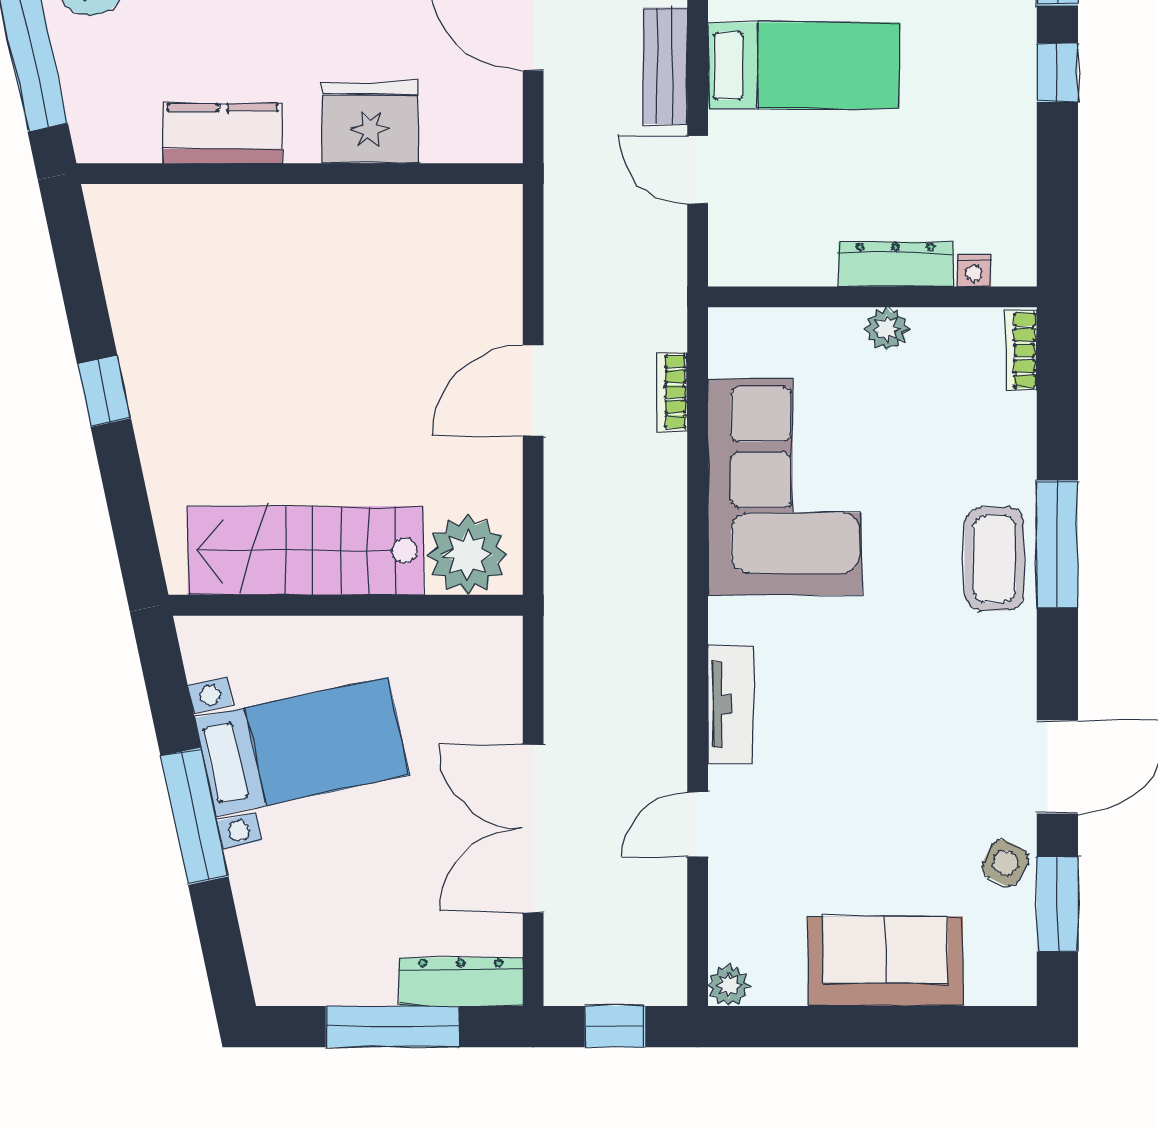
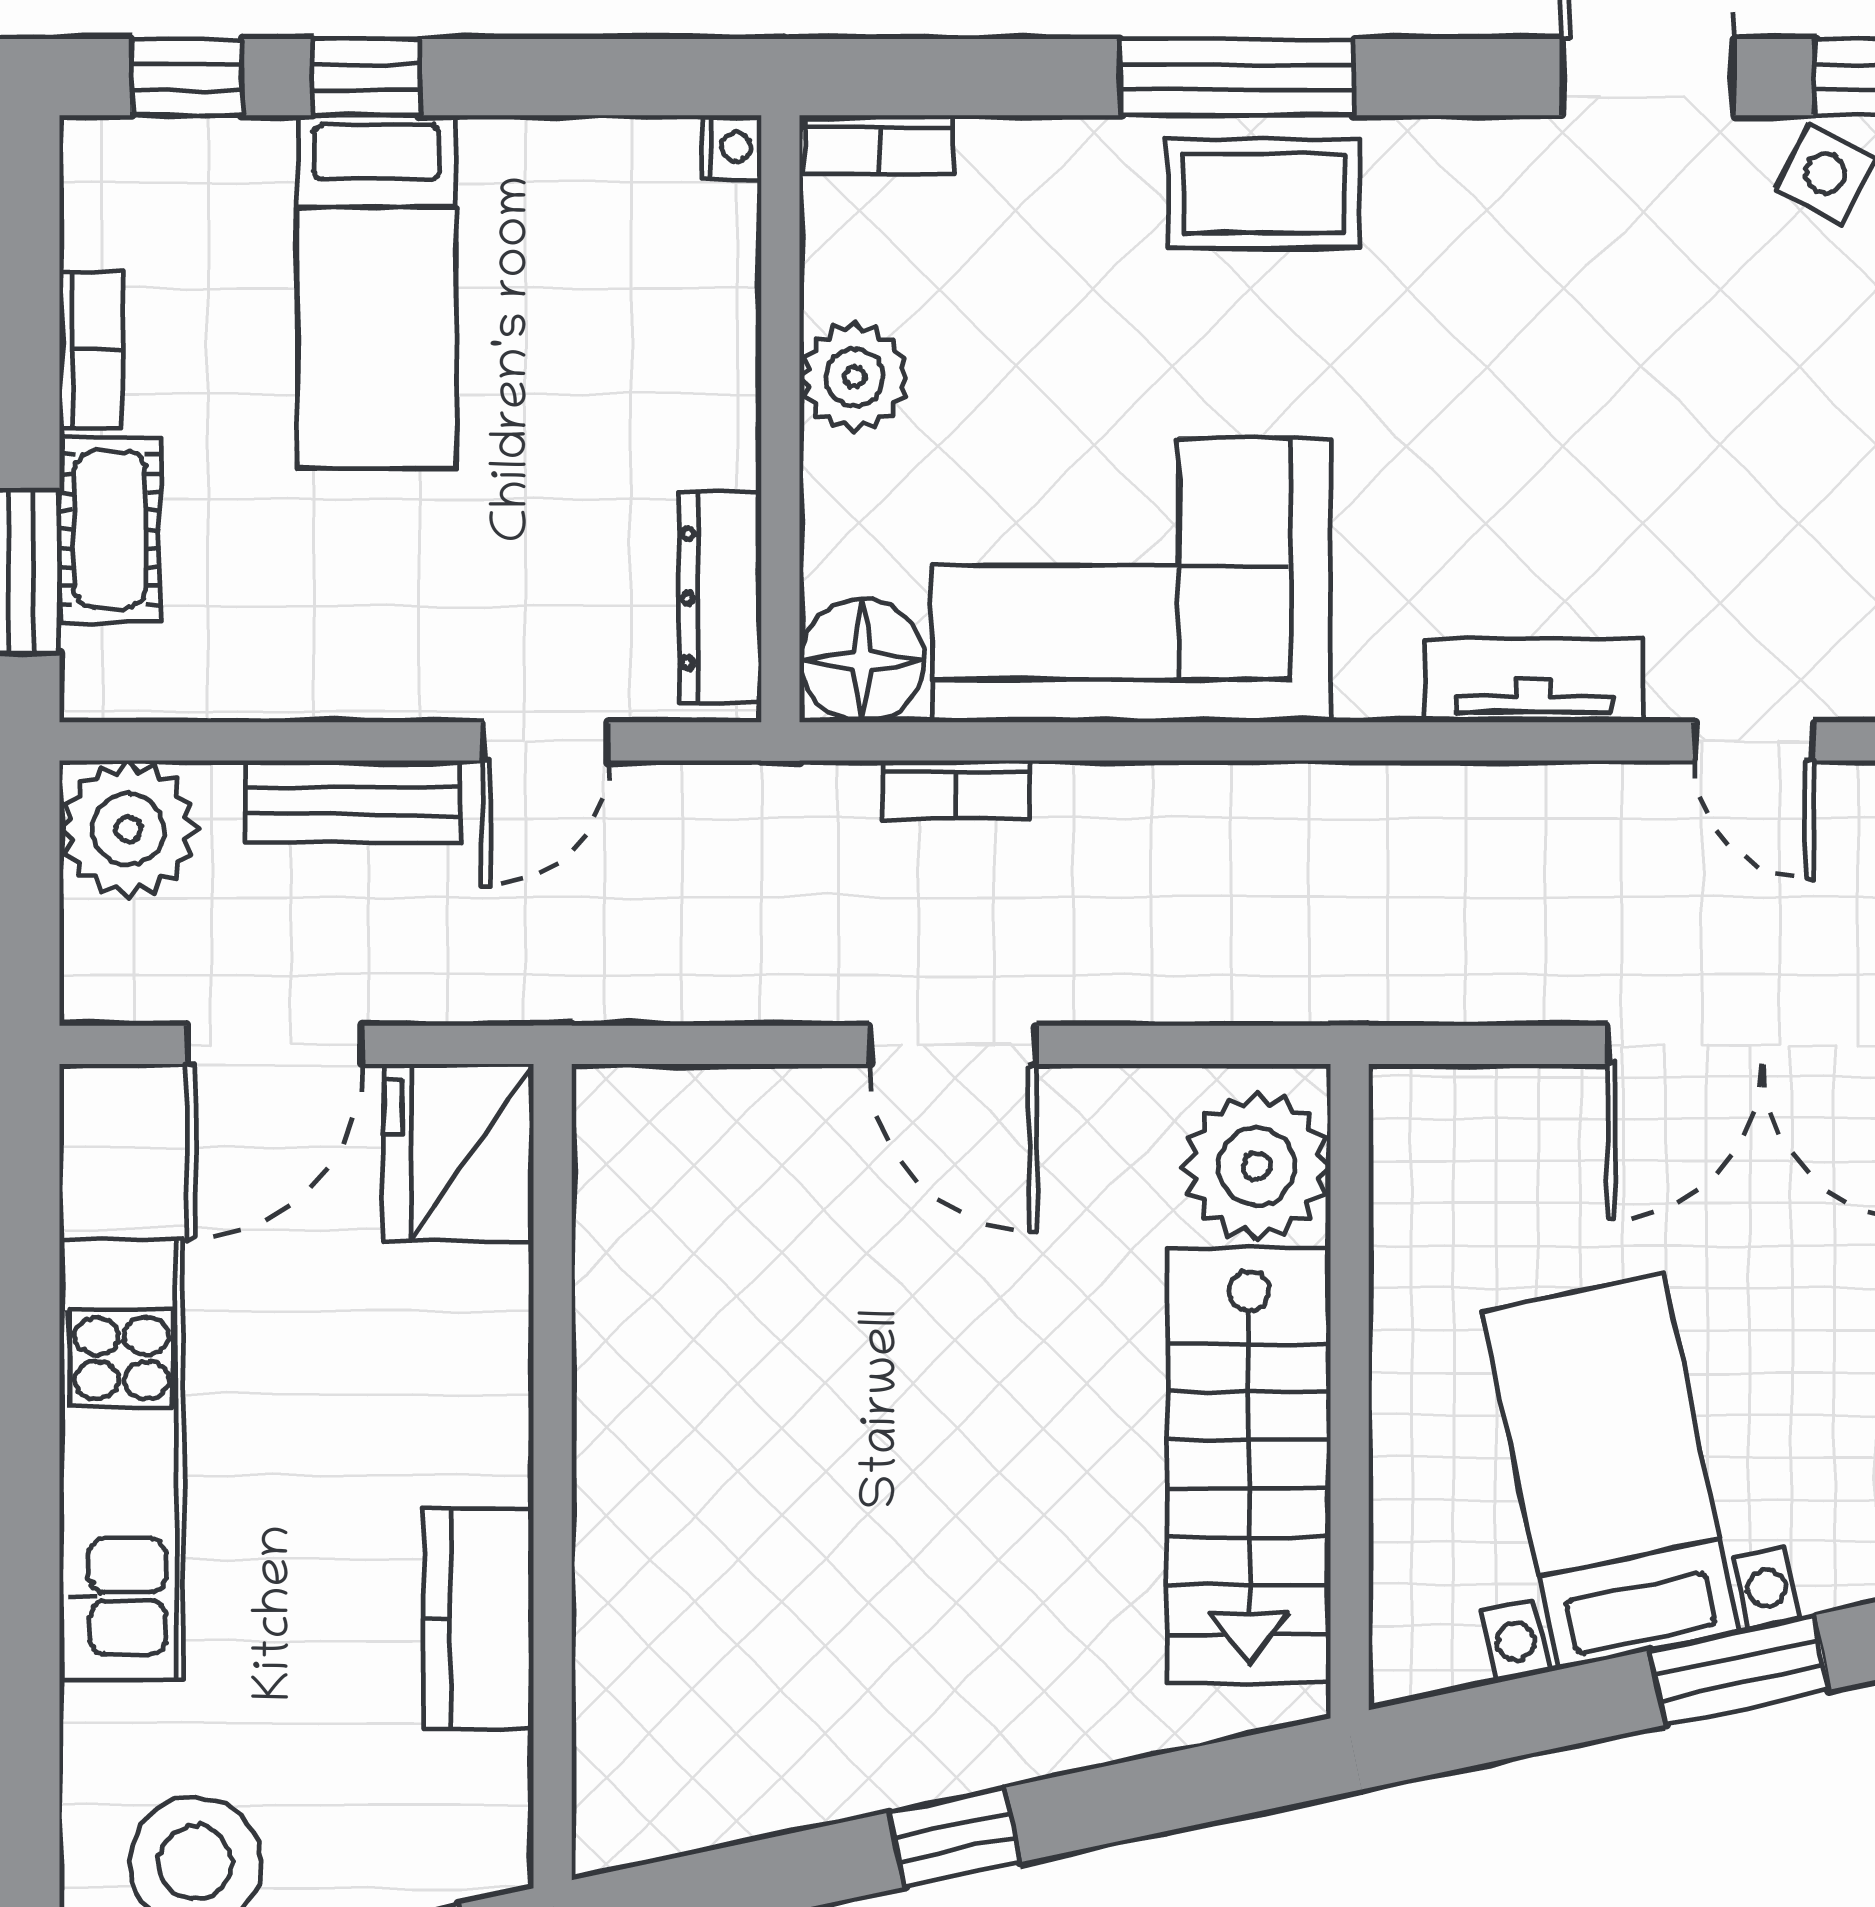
bed: (804, 66) -> (377, 292), moved, turned 180
fridge: (370, 123) -> (459, 1152), moved
dresser: (895, 264) -> (720, 598), moved
nightstand: (974, 270) -> (731, 147), moved
plant: (887, 329) -> (855, 377), width x1.38, depth x1.38
floor lamp: (741, 341) -> (862, 661), added
window: (195, 816) -> (1739, 1670), width x0.69

